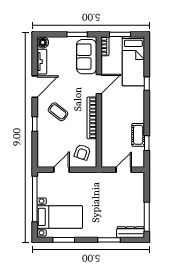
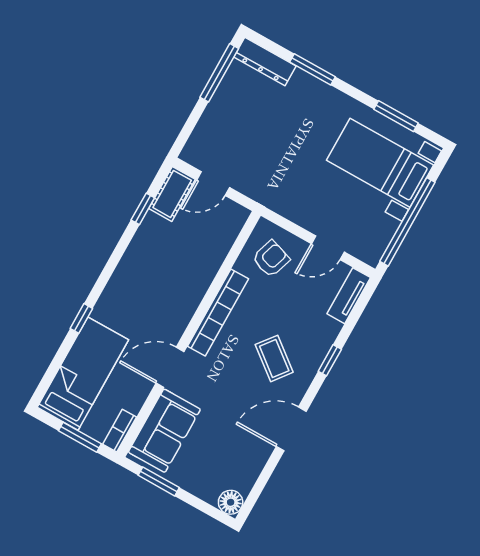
tv unit: (42, 62) -> (349, 296), moved
cot: (138, 135) -> (172, 194), moved

